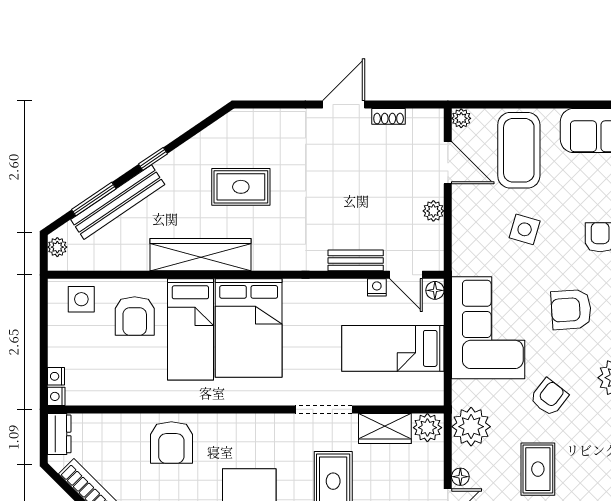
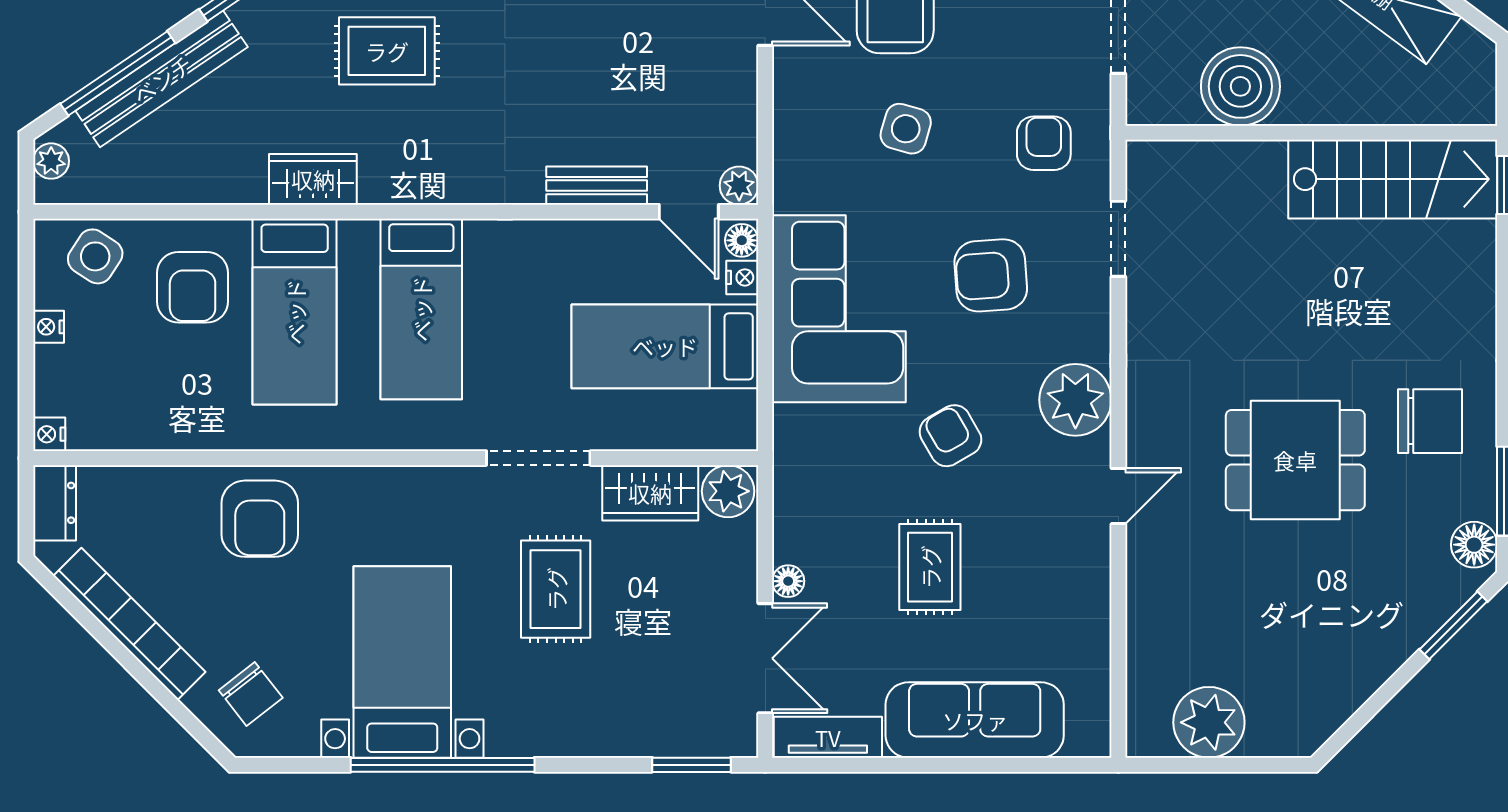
window: (94, 199) -> (118, 73), width x1.44
plant: (433, 211) -> (739, 186), moved
wardrobe: (200, 255) -> (313, 179), width x0.48, depth x0.85
nightstand: (377, 287) -> (742, 277), moved, turned 90
side table: (81, 299) -> (95, 256), turned 33
bed: (249, 328) -> (421, 309), width x0.67
nightstand: (56, 376) -> (49, 327), moved
armchair: (549, 397) -> (950, 436), turned -68
plant: (471, 427) -> (808, 489), removed

